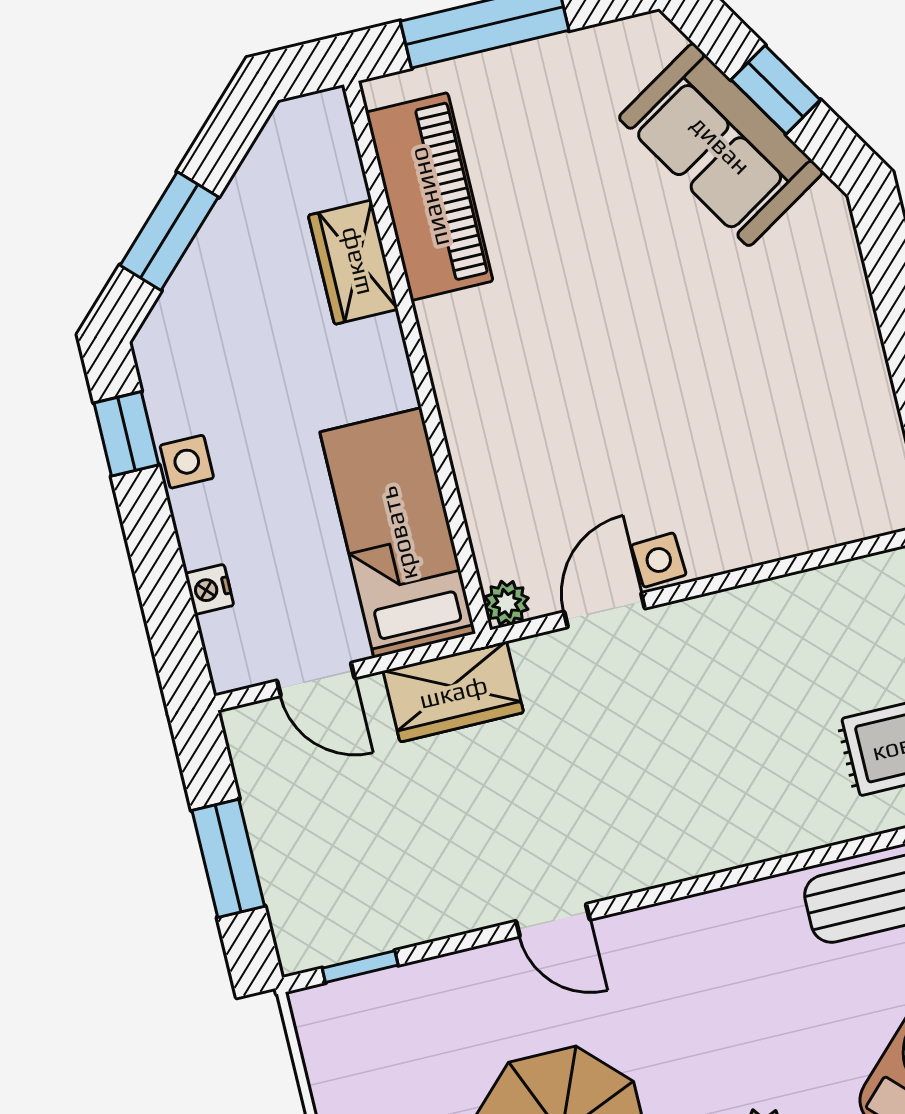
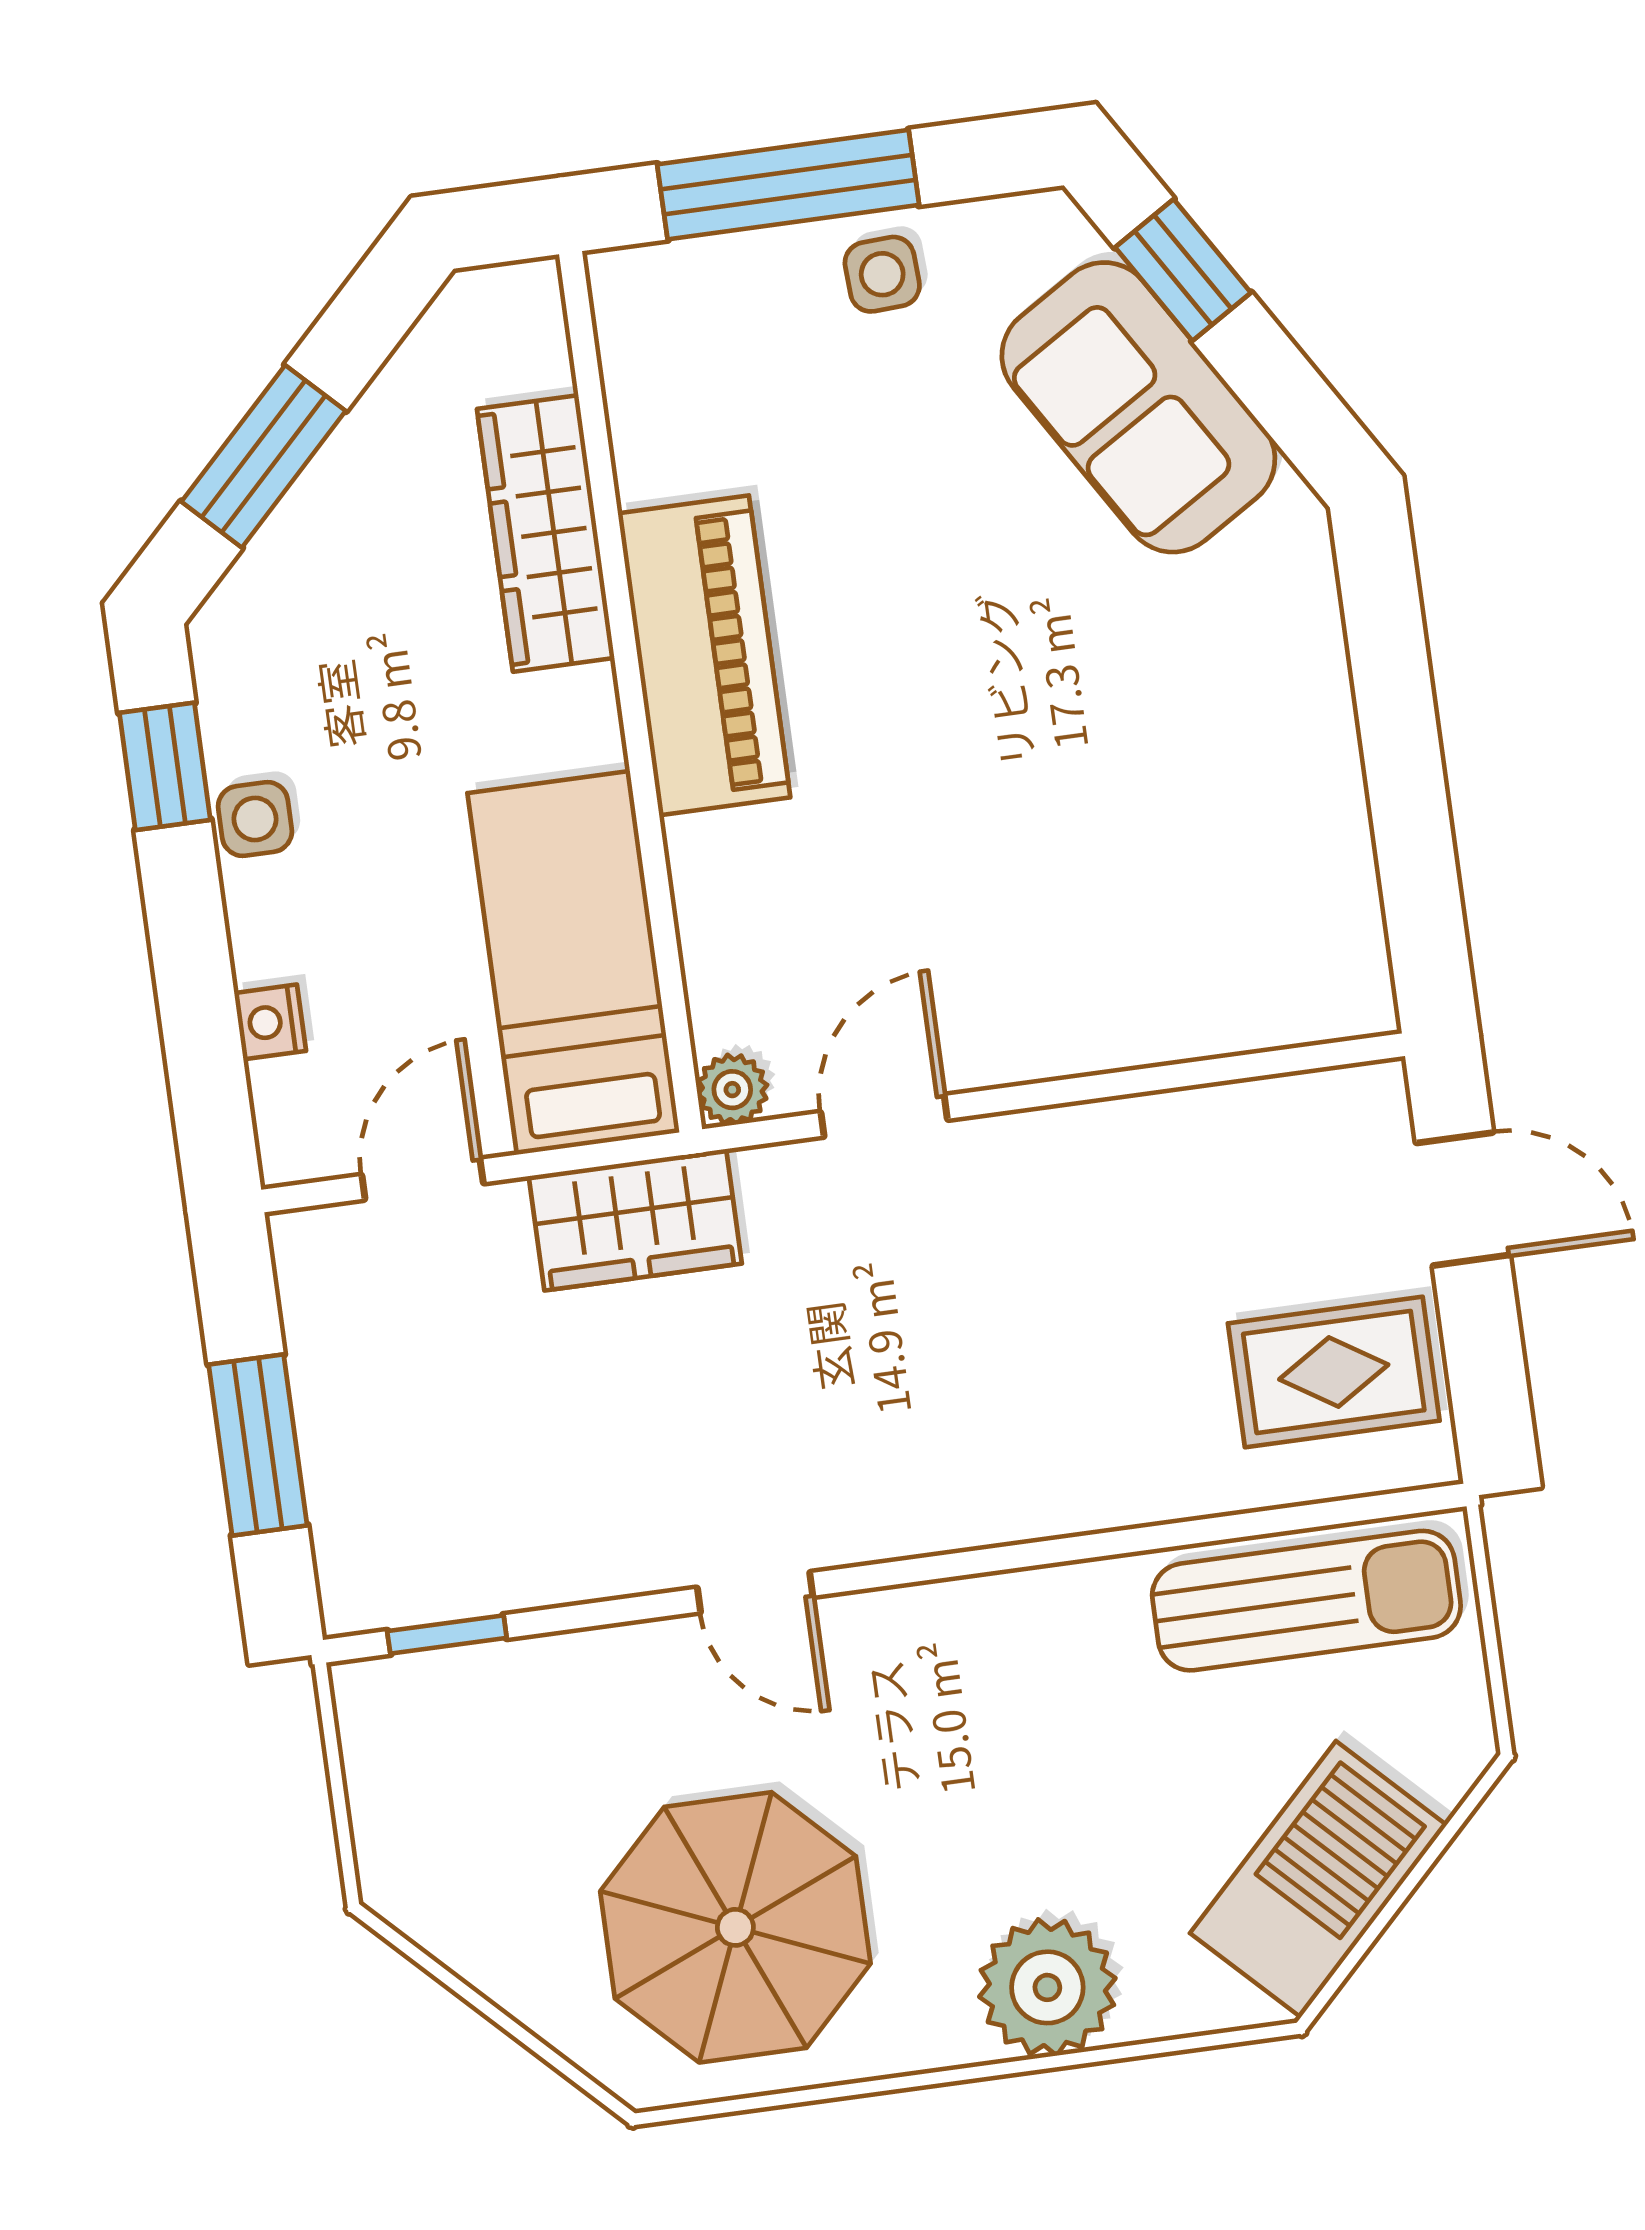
window: (776, 90) -> (1183, 270), moved
piano: (429, 197) -> (704, 655), moved
wardrobe: (353, 262) -> (546, 533), width x1.50
side table: (659, 560) -> (882, 274), moved
door: (316, 679) -> (423, 1179), swing flipped

